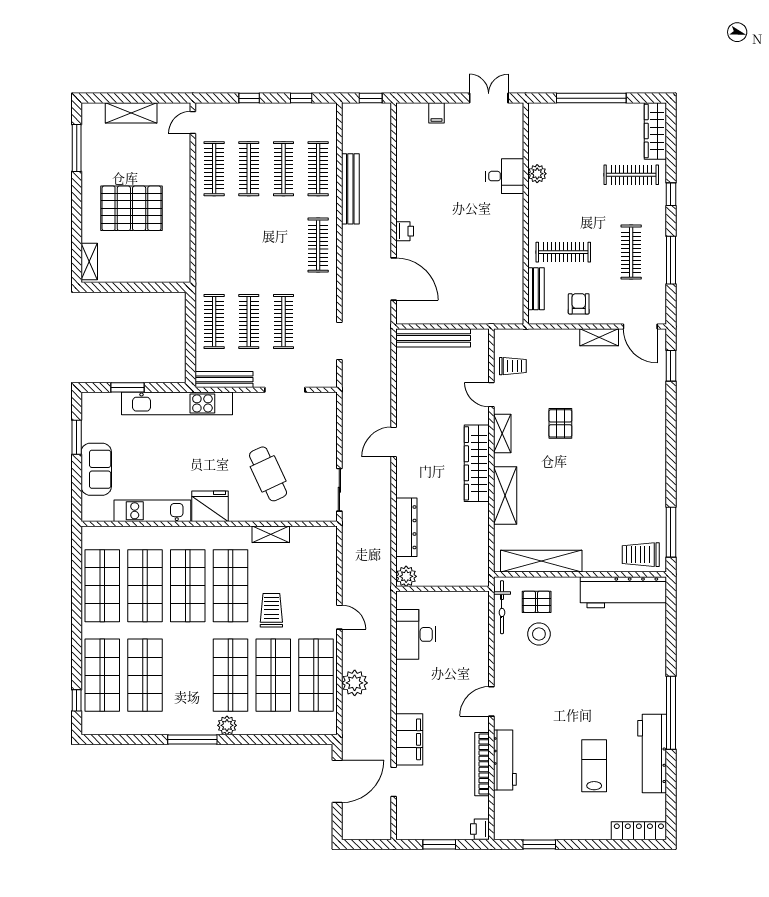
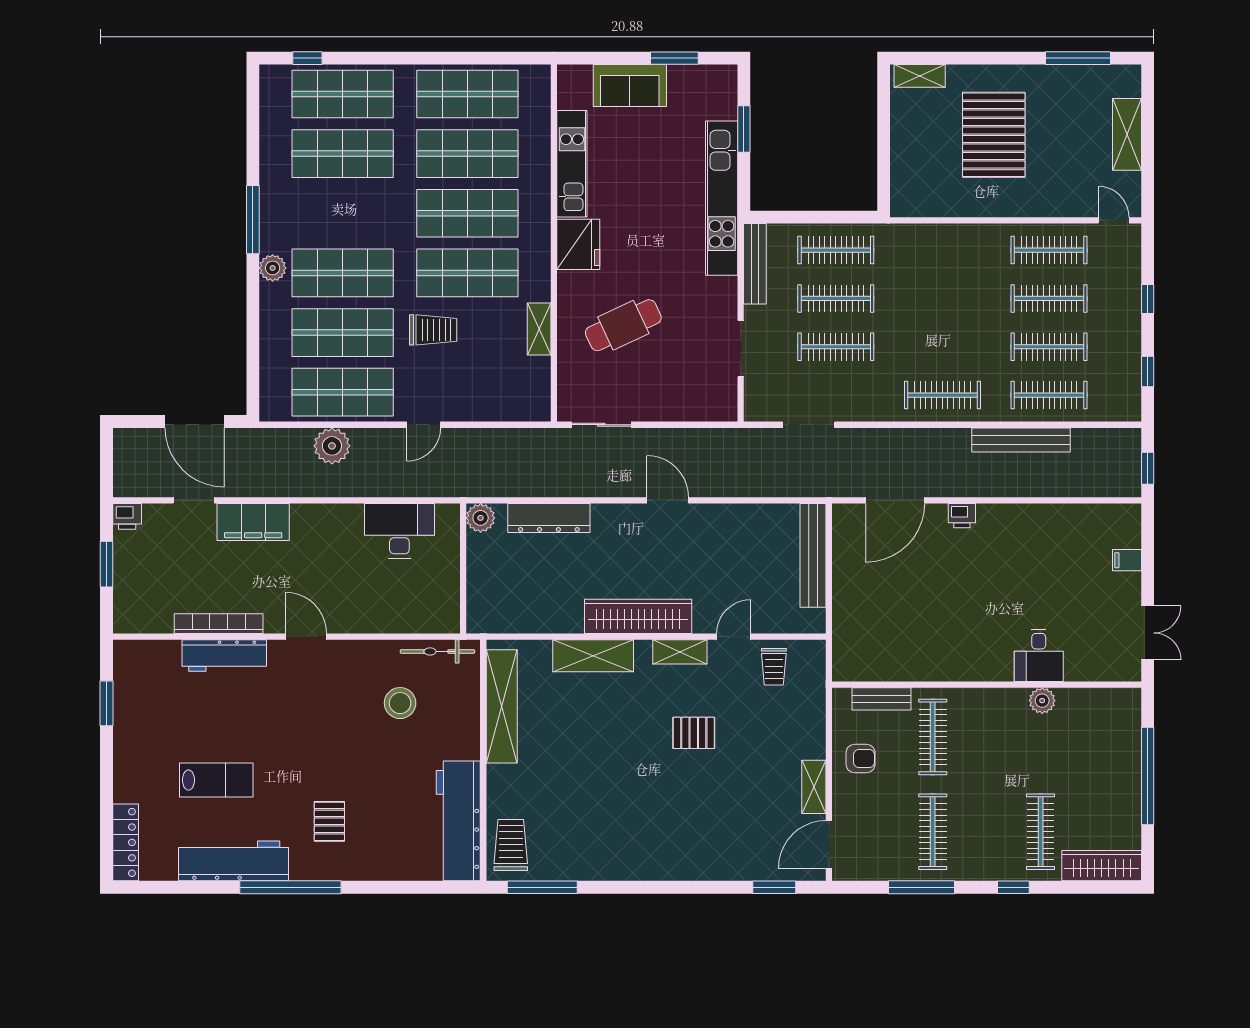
clothes rail: (631, 252) -> (933, 832), turned 90
pallet: (537, 602) -> (329, 821), moved
printer: (480, 829) -> (127, 516), moved, turned 180

